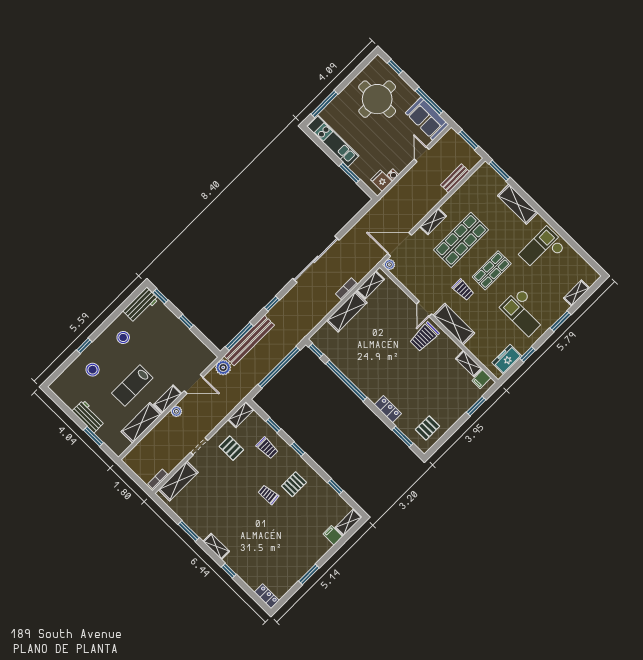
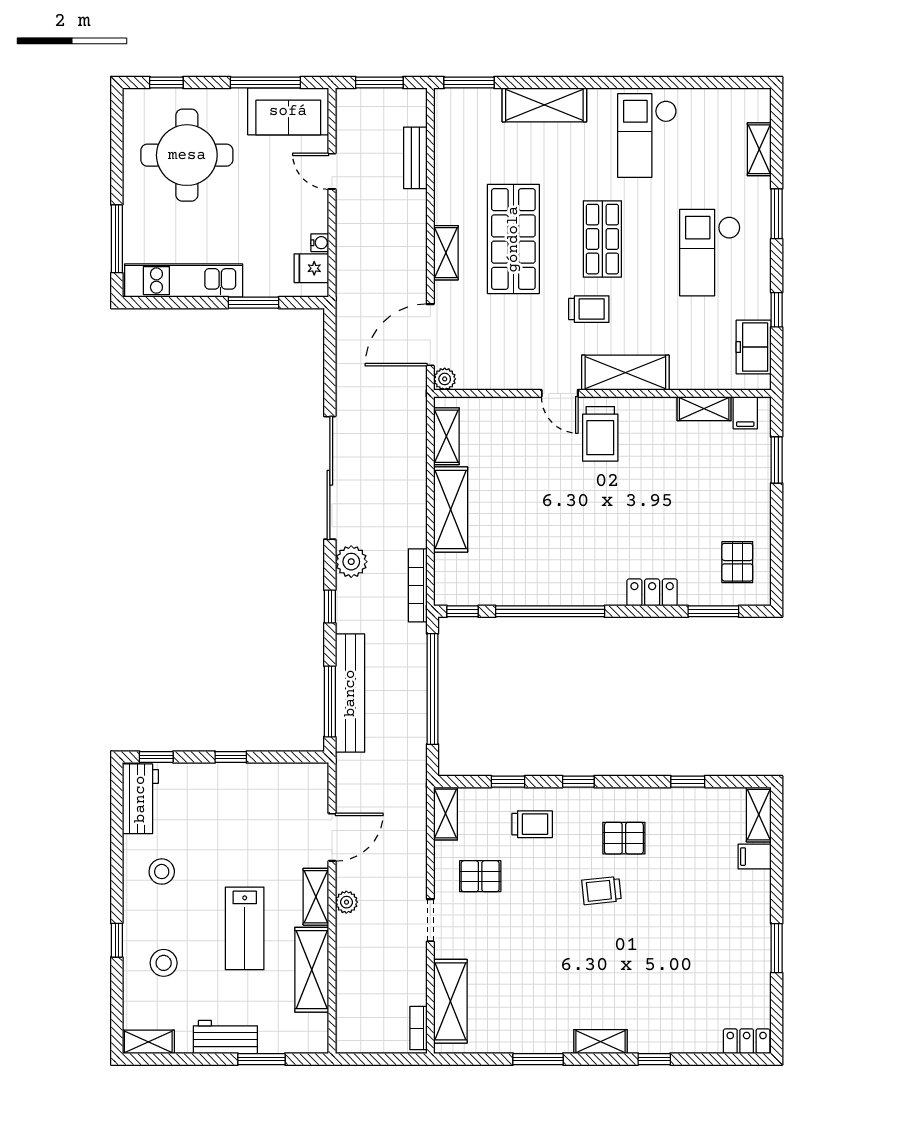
bookcase: (347, 289) -> (418, 585), moved, width x1.56
checkout: (524, 312) -> (710, 253), turned 90
plant: (223, 367) -> (351, 562), moved
shelving: (60, 392) -> (148, 1042), added
pallet: (294, 484) -> (624, 838), turned 90

